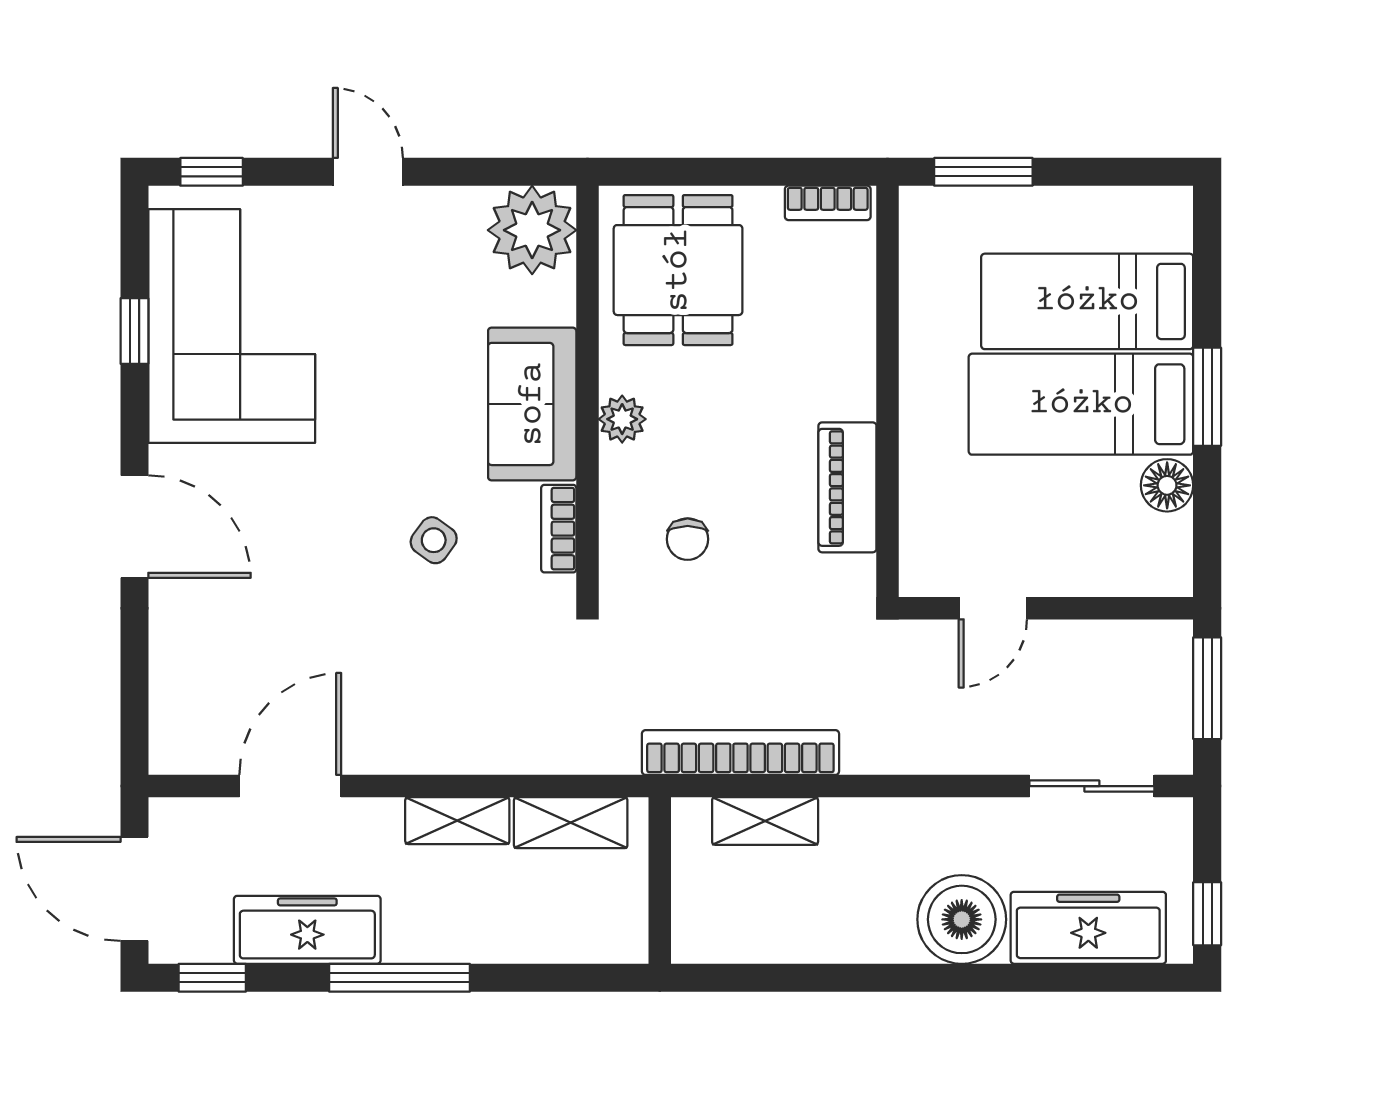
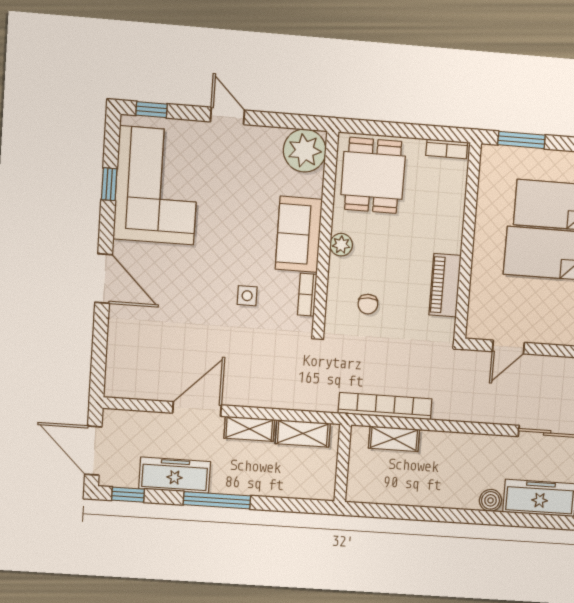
side table: (434, 540) -> (247, 296), turned -36
door: (290, 786) -> (197, 409), moved
boiler: (962, 919) -> (491, 500), width x0.54, depth x0.54

